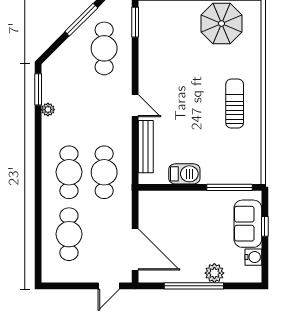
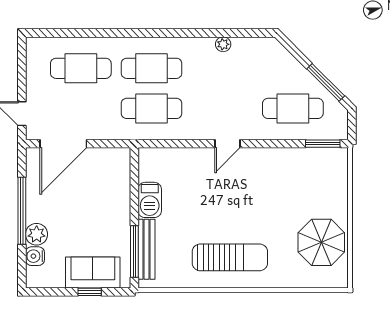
window: (38, 89) -> (246, 33), removed
sun lounger: (235, 104) -> (230, 257), width x1.36, depth x1.34
bench: (146, 147) -> (146, 249), moved, turned 90
water cooler: (253, 257) -> (35, 256), moved, turned 90

